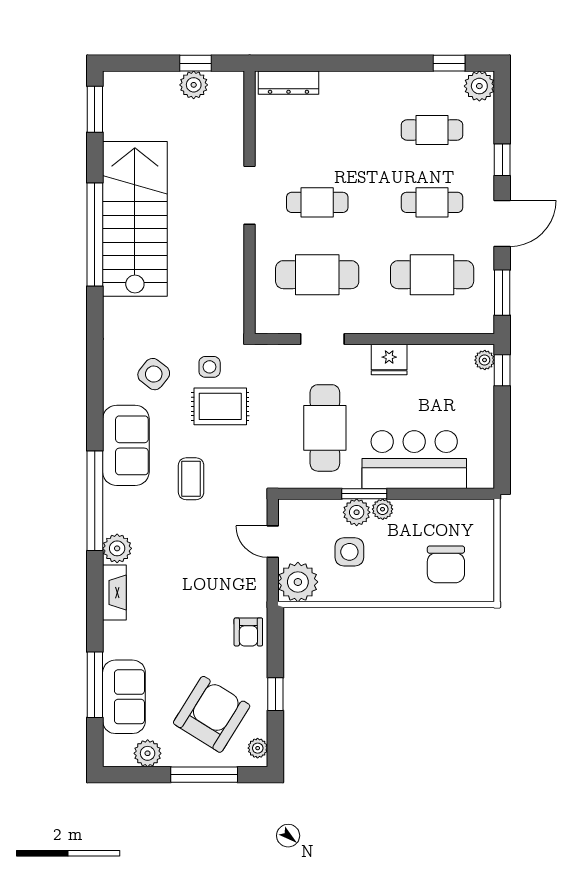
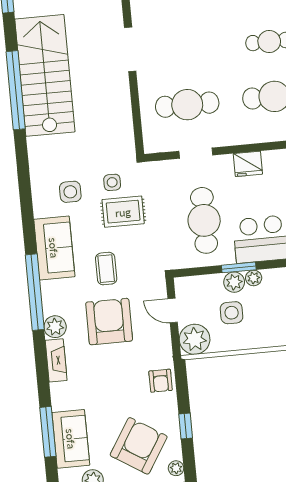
cafe table: (317, 202) -> (182, 50), removed
side table: (154, 374) -> (70, 192), turned -38
armchair: (188, 548) -> (109, 322), added

